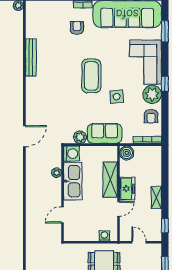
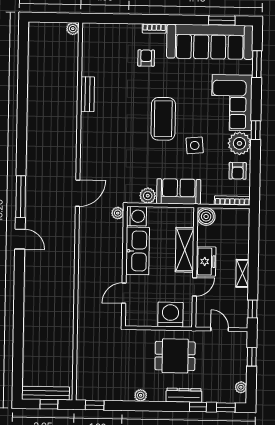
bench: (31, 57) -> (88, 94), width x0.73
plant: (56, 173) -> (118, 213), moved
washing machine: (104, 236) -> (170, 315), width x1.89, depth x1.89

